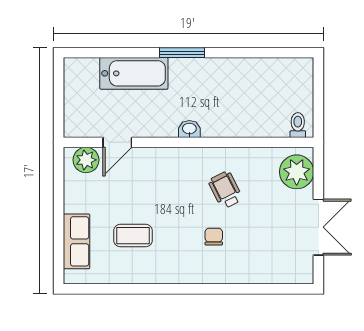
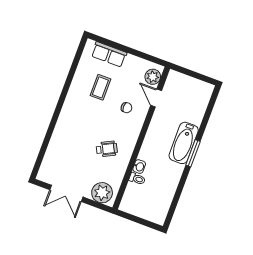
bathtub: (134, 73) -> (184, 143), moved
toilet: (298, 125) -> (137, 179), moved
washbasin: (189, 129) -> (139, 167), moved
chair: (214, 237) -> (127, 108), moved

